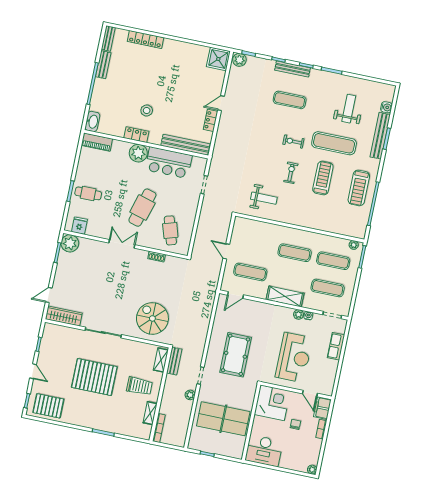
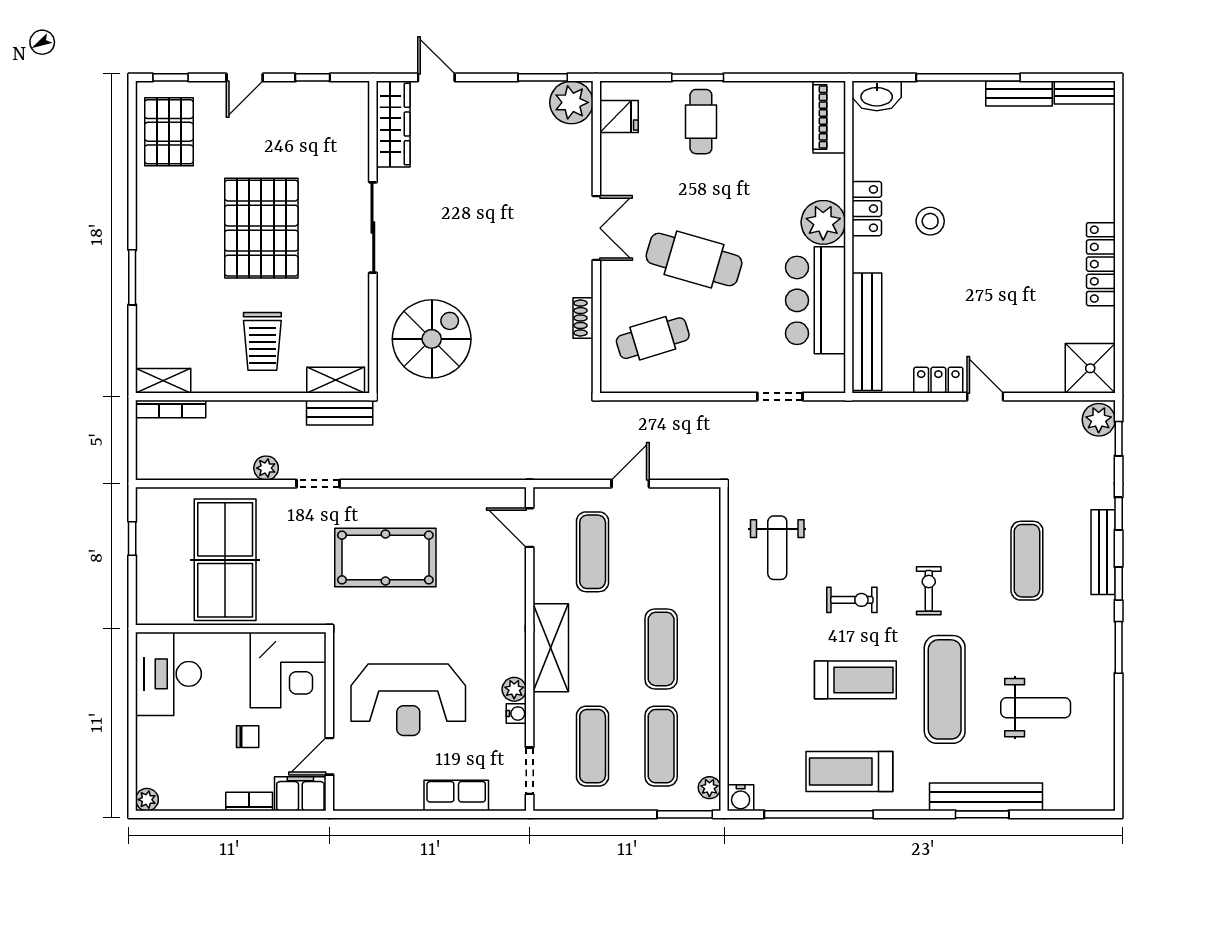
locker: (146, 40) -> (1101, 264), moved
water cooler: (386, 107) -> (741, 798), moved
shelving: (150, 413) -> (163, 381), moved

